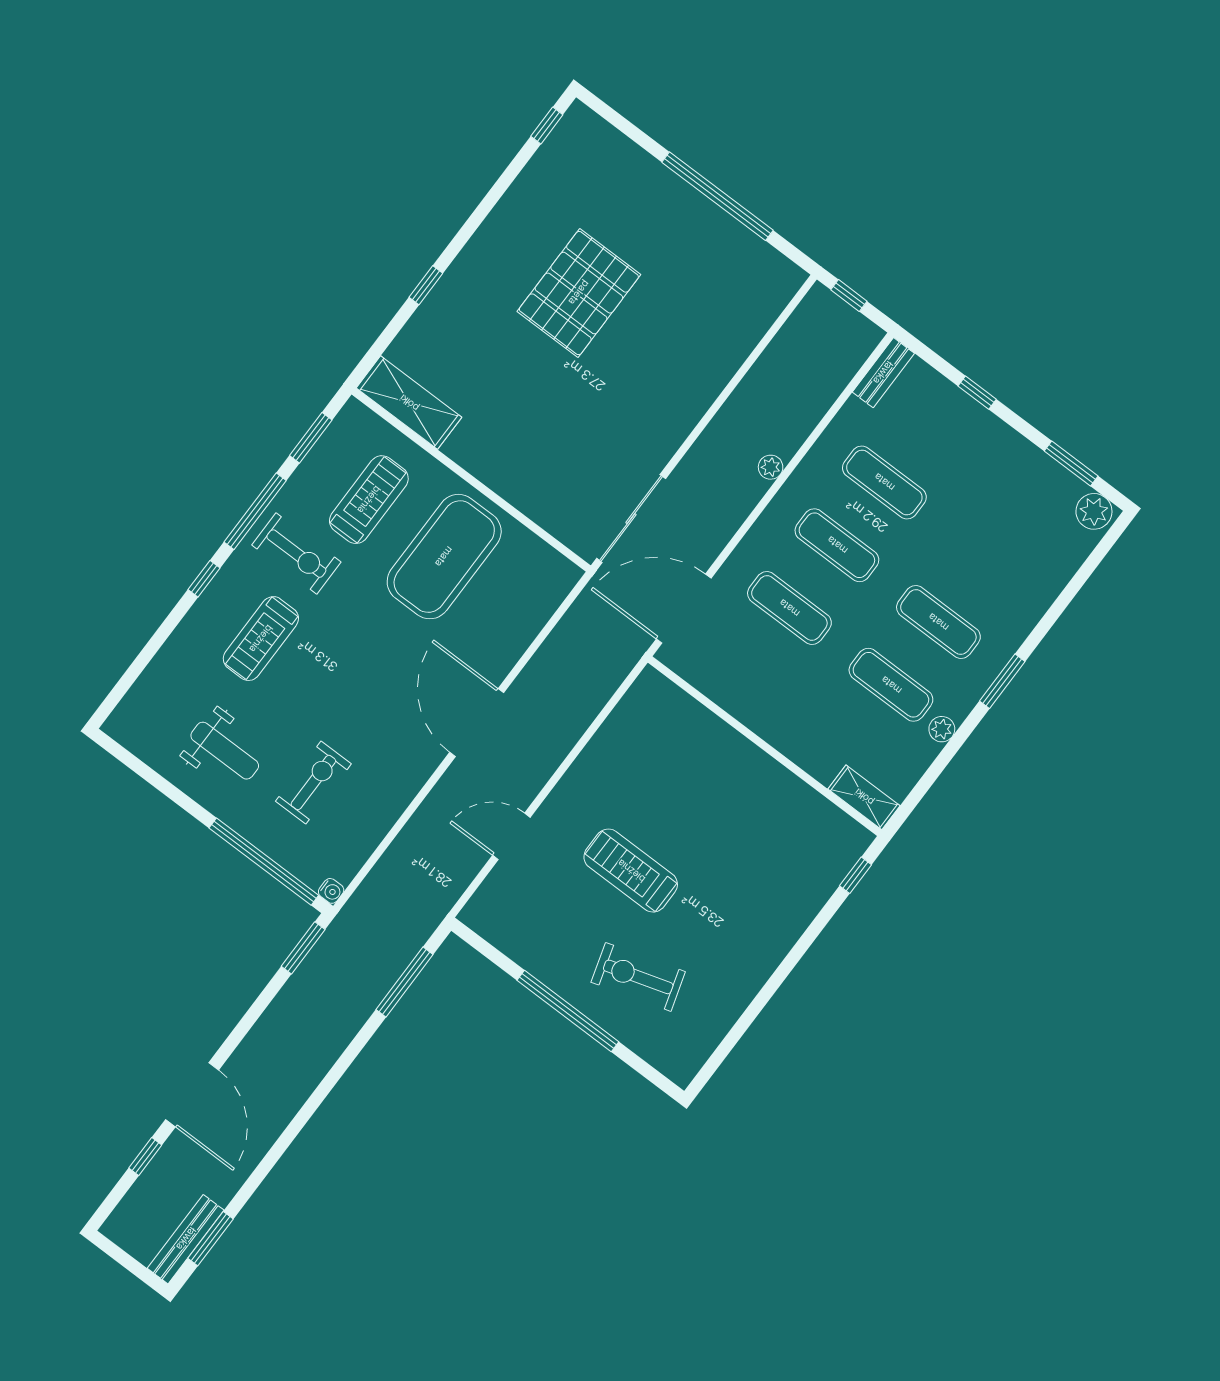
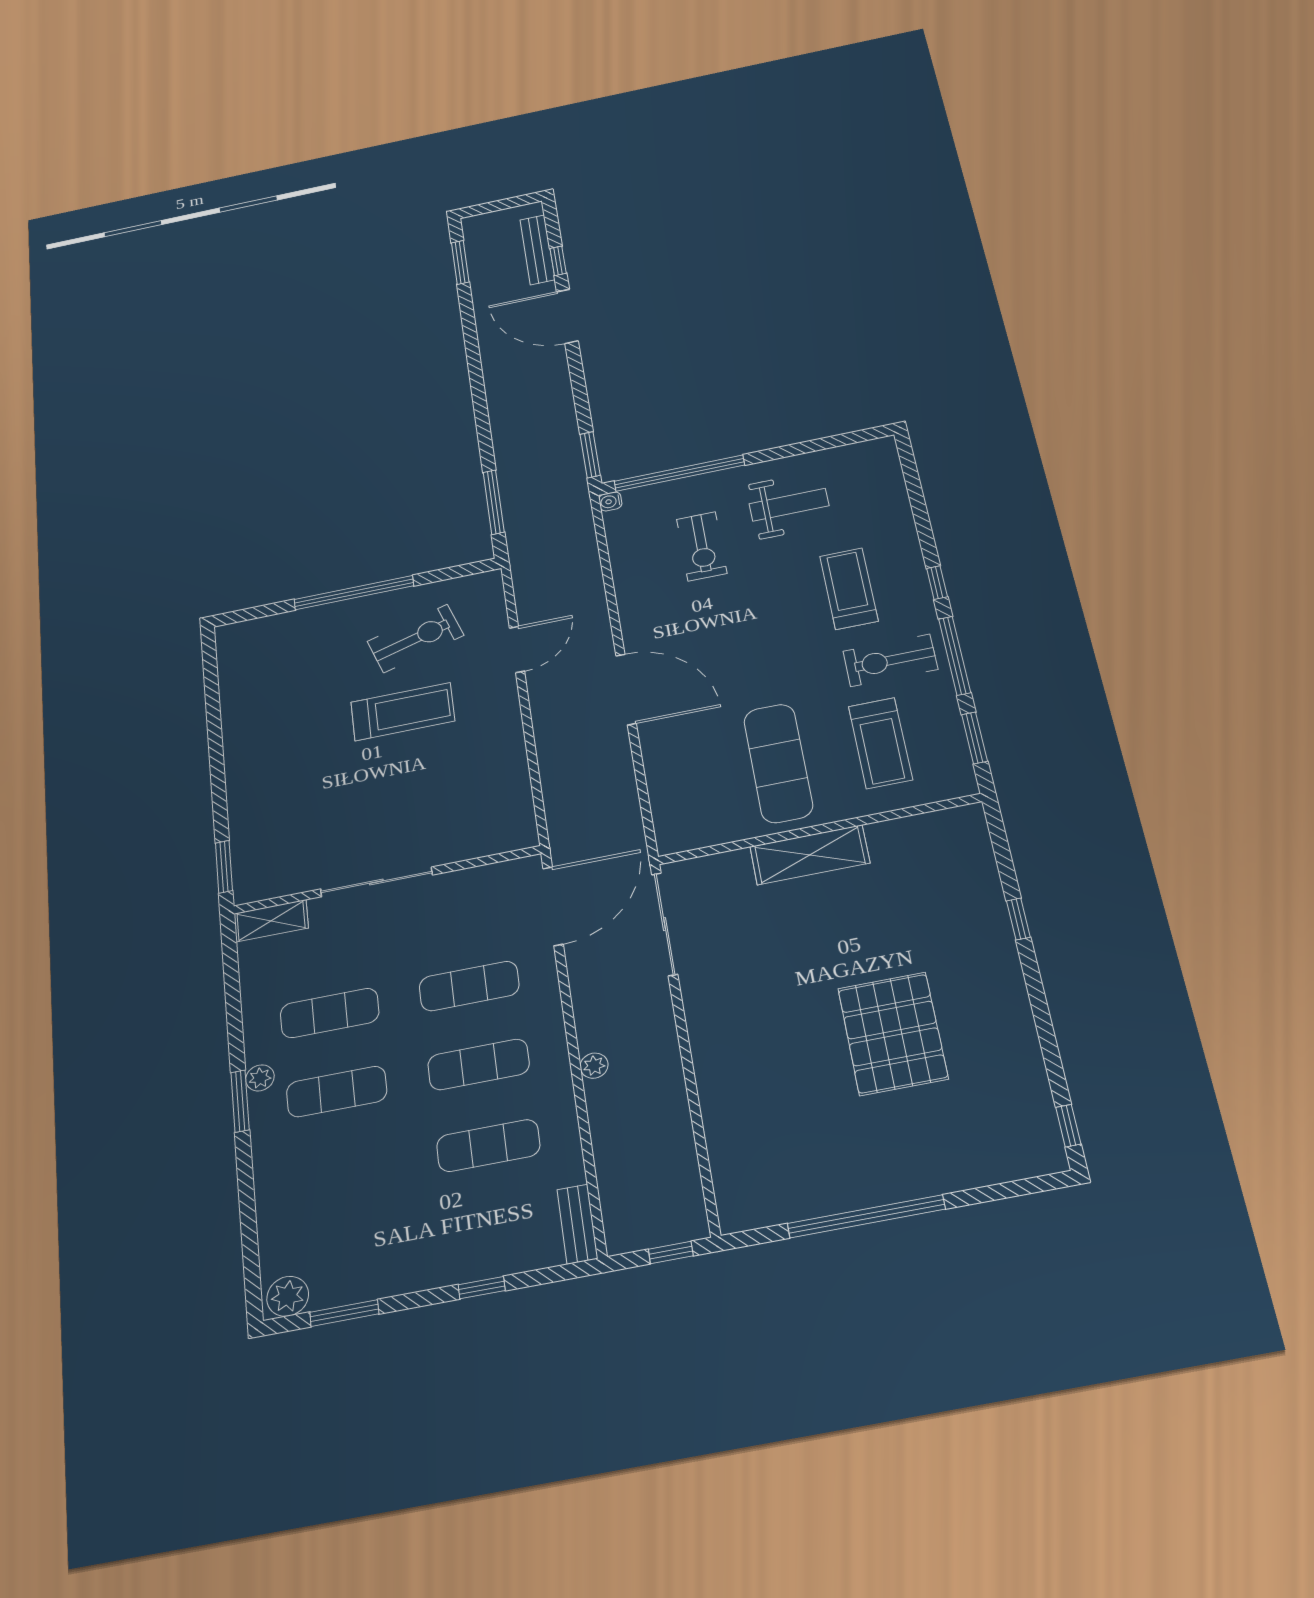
shelving: (409, 403) -> (810, 855), moved
exercise mat: (444, 557) -> (778, 763), width x0.68
plant: (942, 729) -> (260, 1078), moved
weight bench: (225, 751) -> (789, 505), turned 180
sliding door: (772, 752) -> (376, 882), added
window: (856, 875) -> (224, 867), width x1.50
exercise bike: (638, 977) -> (415, 638), moved
bench: (186, 1239) -> (537, 250), moved

